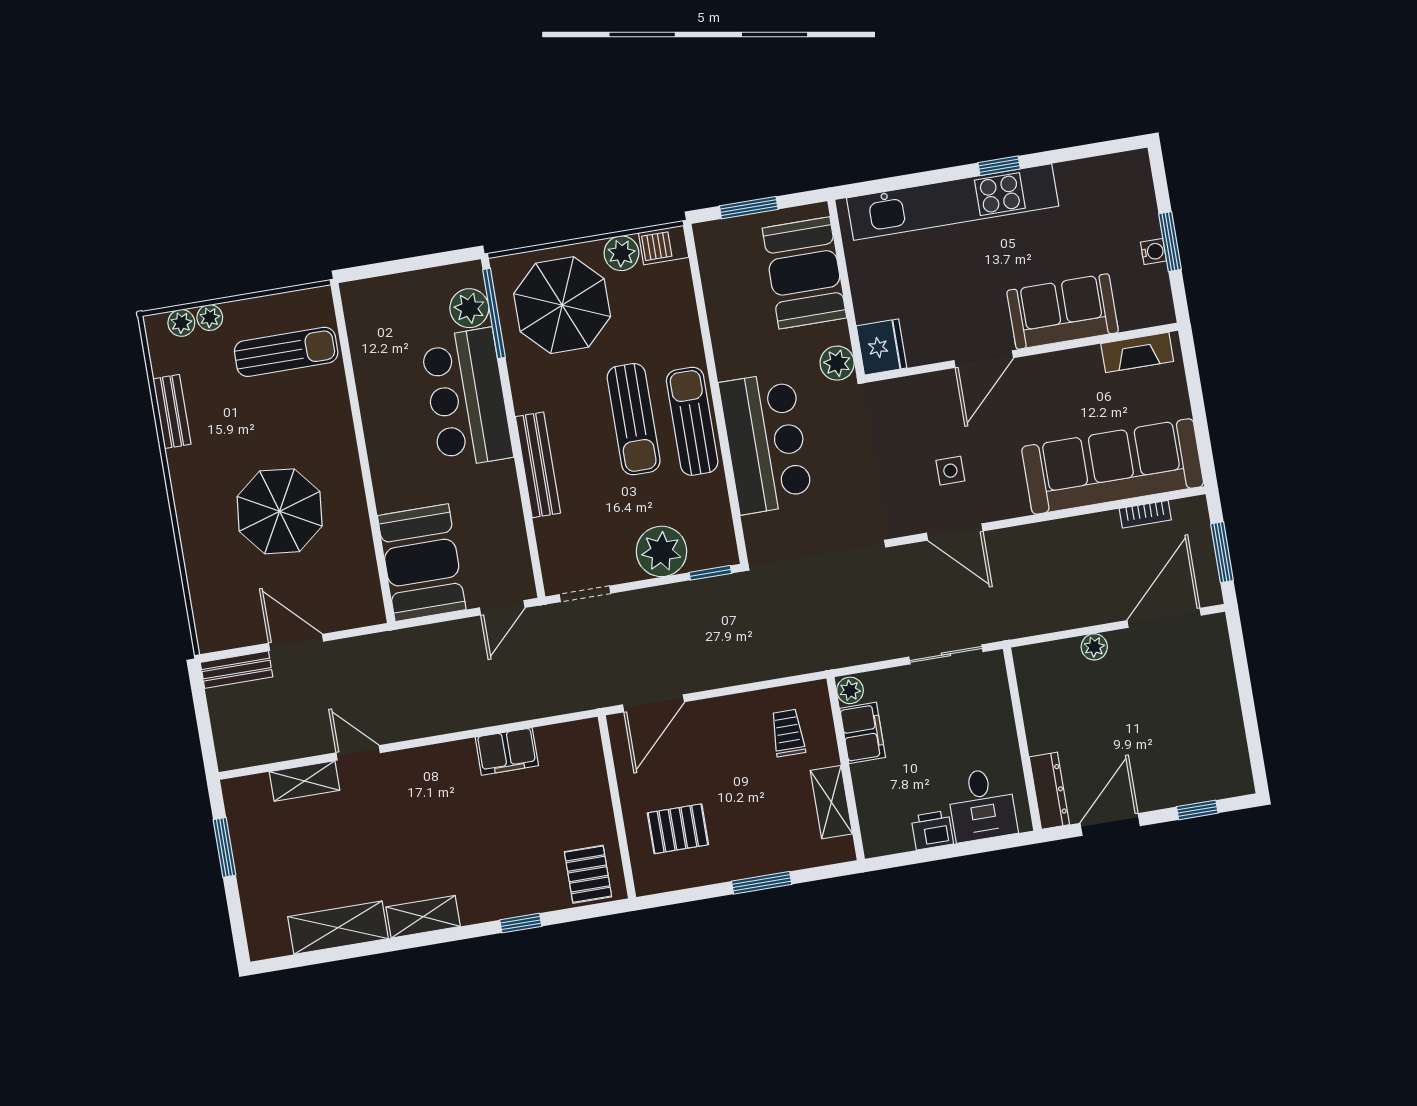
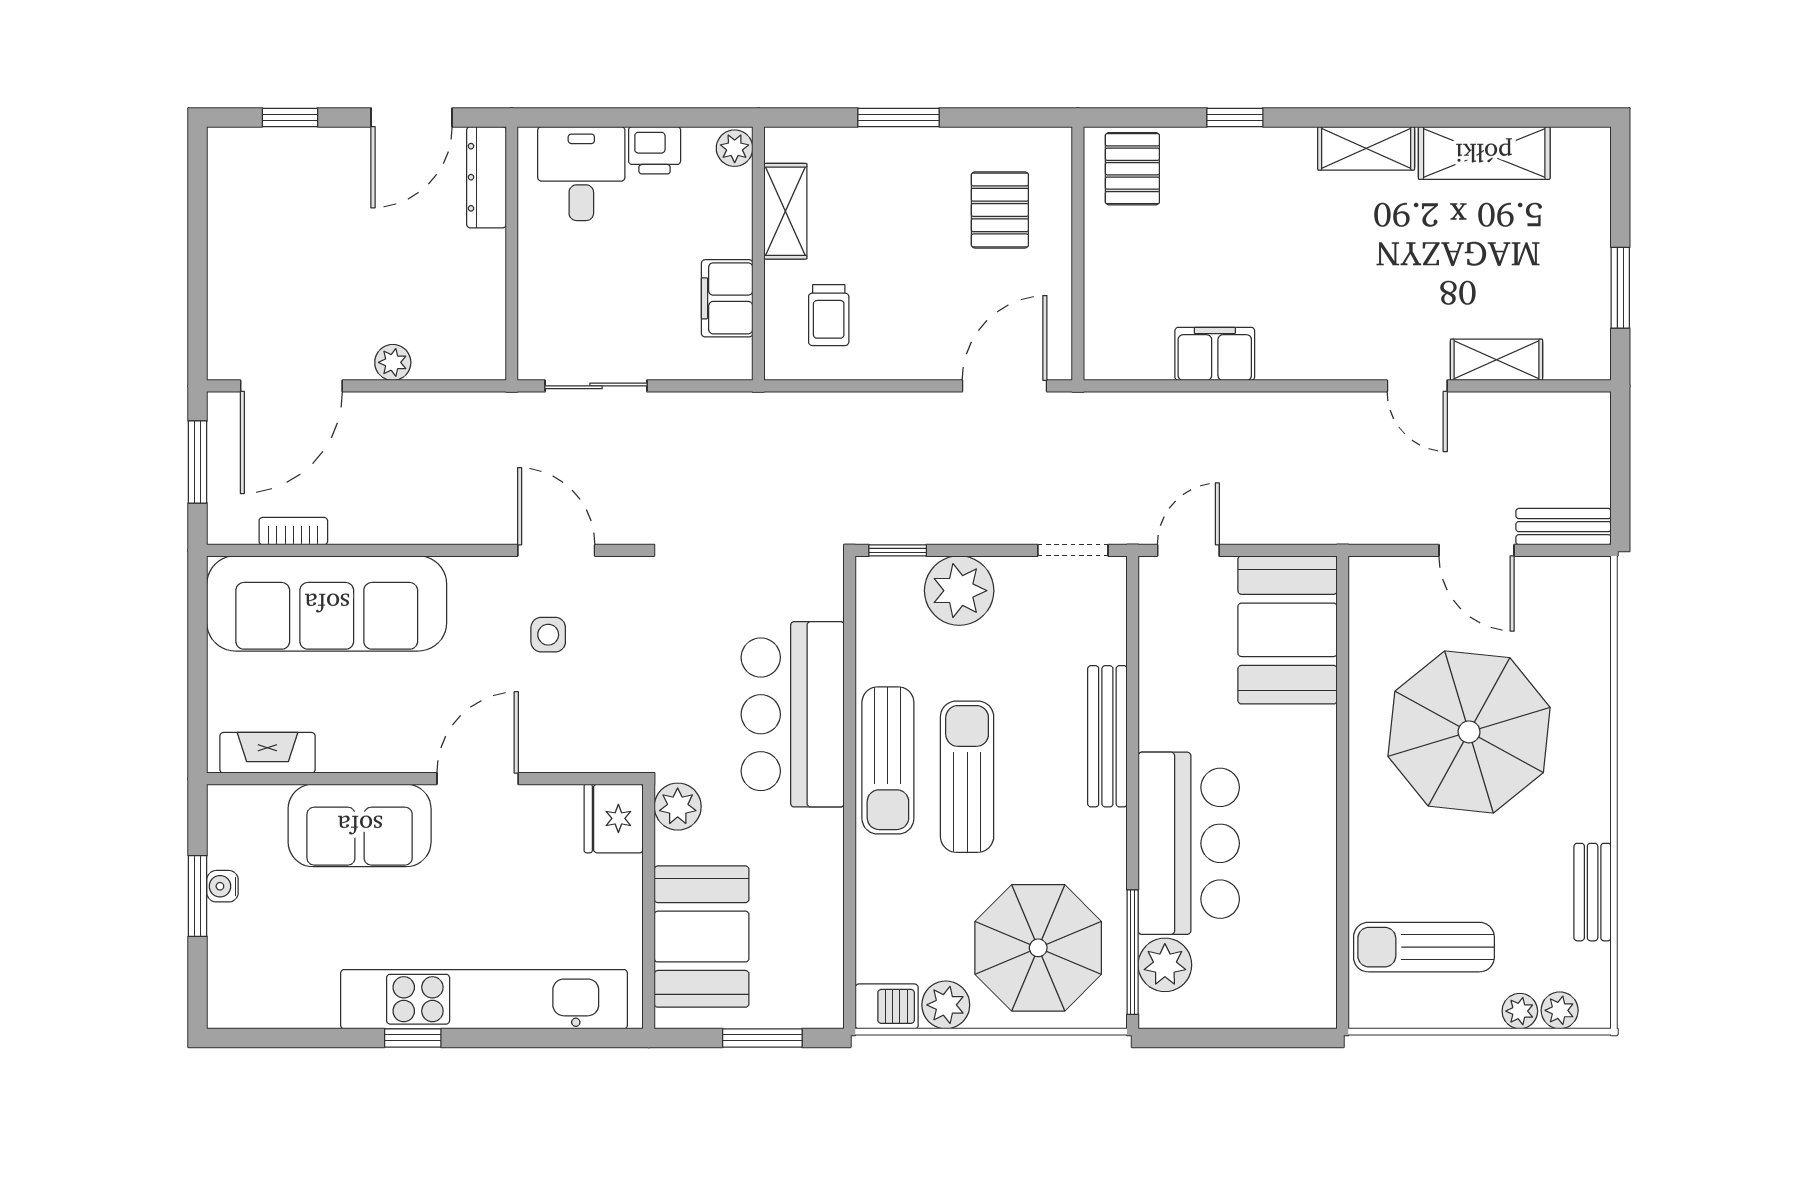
parasol: (280, 511) -> (1469, 732), width x1.36, depth x1.36
plant: (850, 690) -> (735, 148), moved
pallet: (678, 829) -> (1000, 210), turned 90

